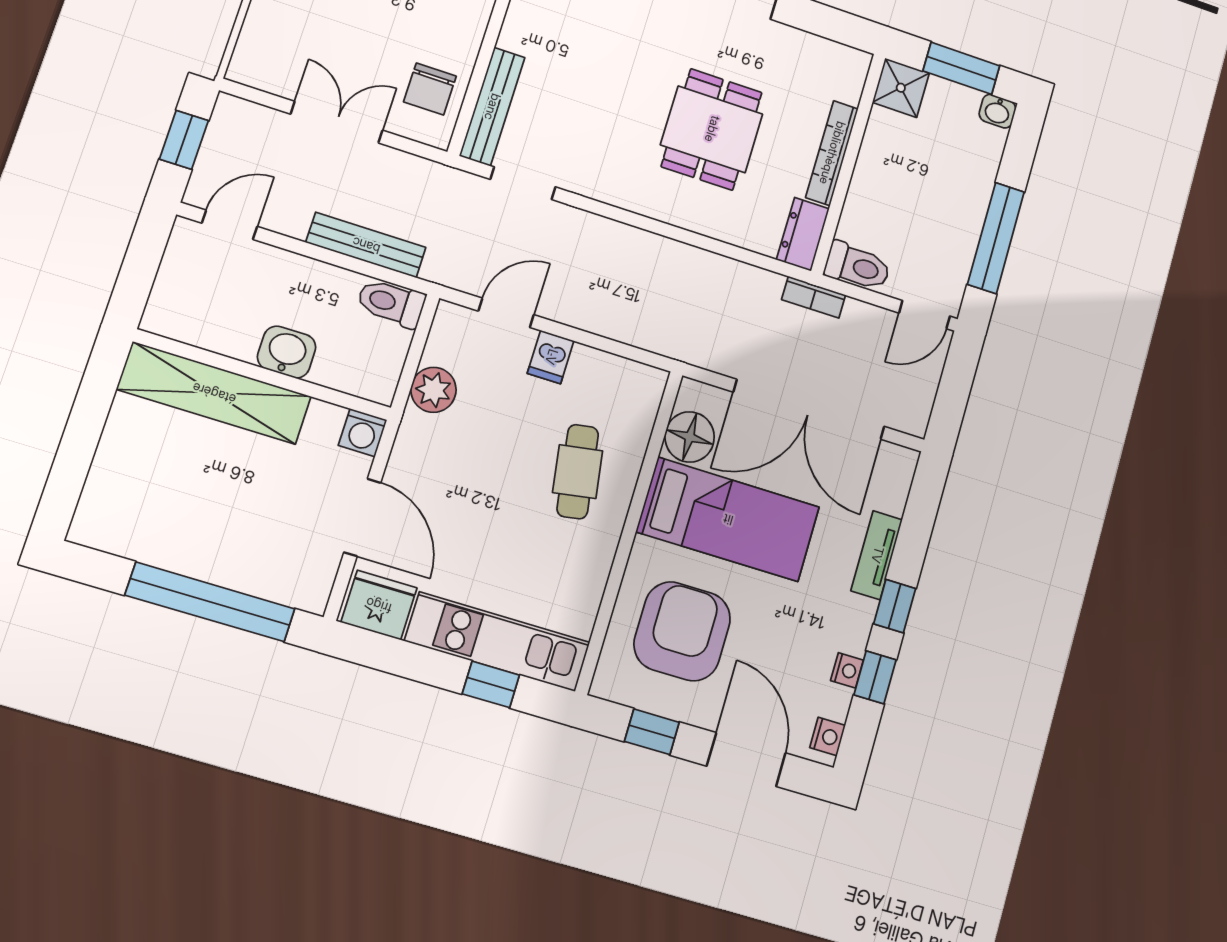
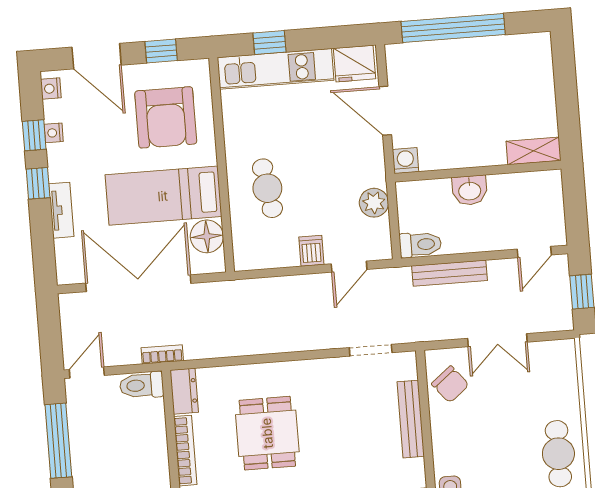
chair: (430, 89) -> (450, 384), turned 141
bench: (492, 107) -> (411, 419), moved
shelving: (214, 393) -> (534, 151), width x0.45, depth x0.75

